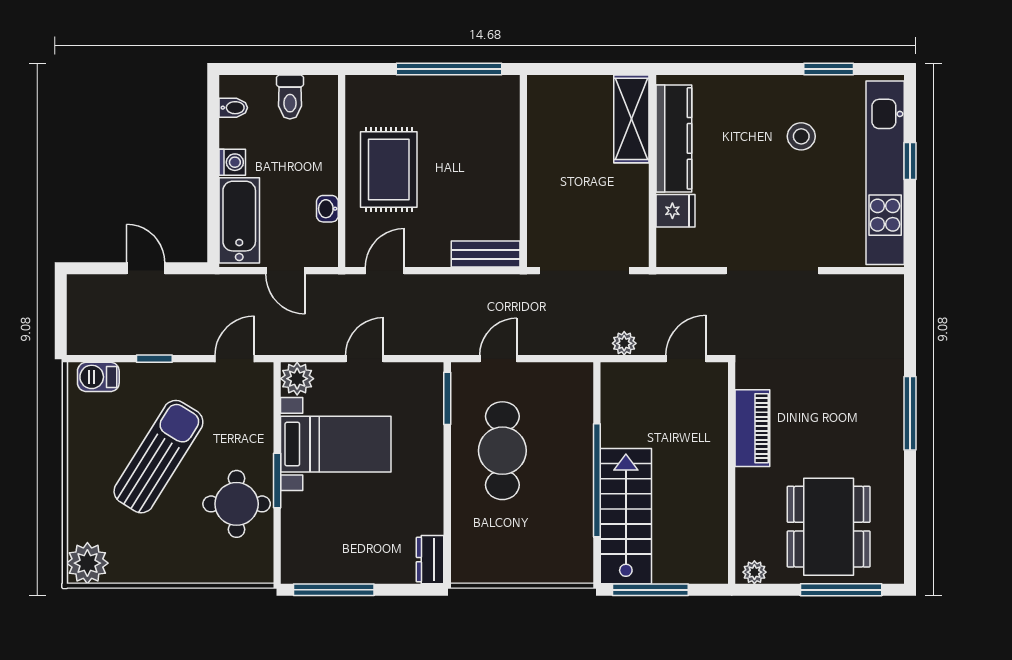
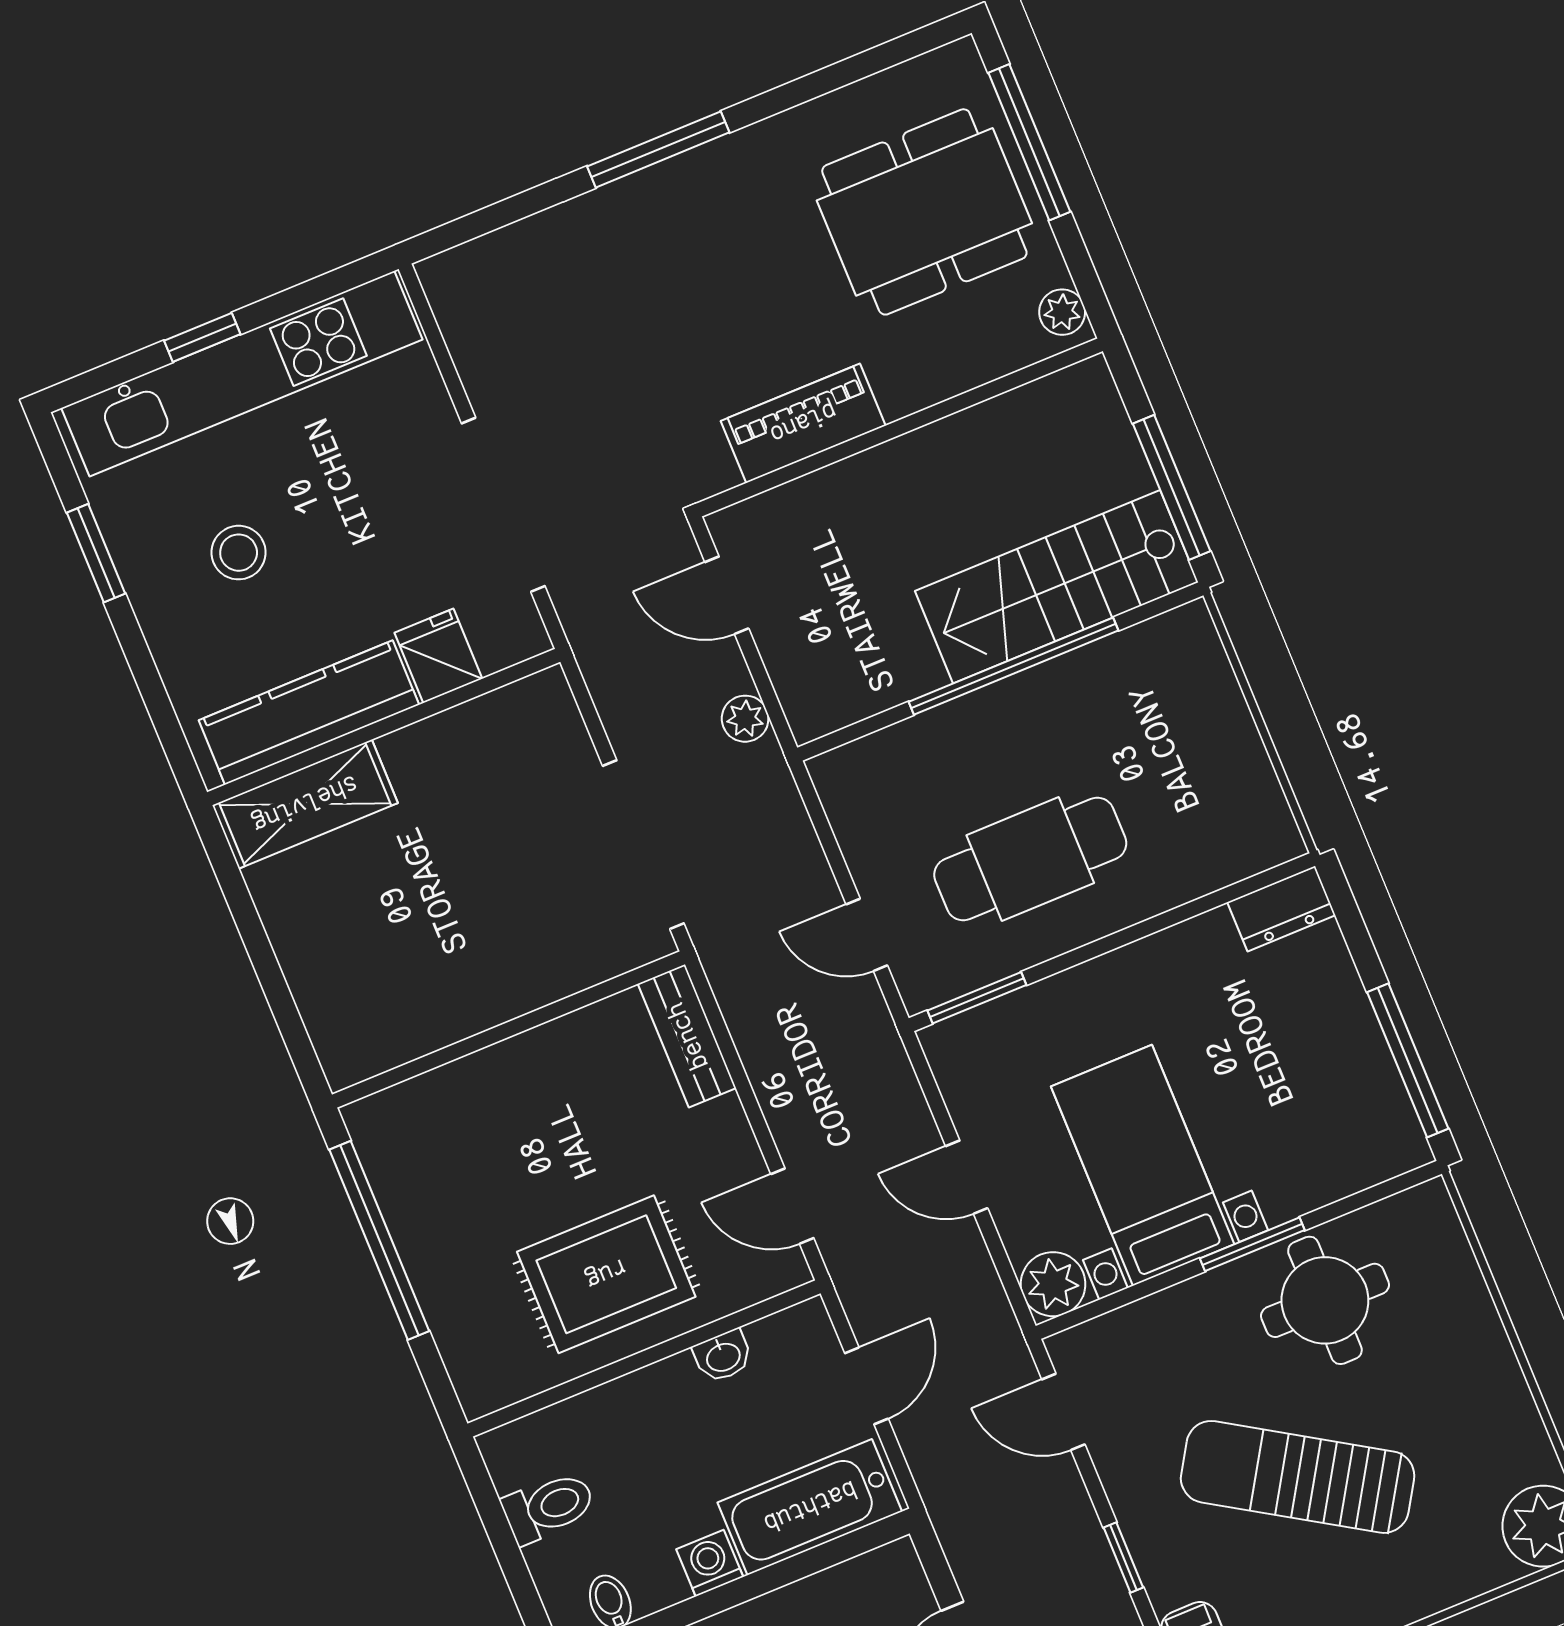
shelving: (631, 119) -> (305, 804), moved
kitchen counter: (674, 138) -> (309, 713), moved
wall: (652, 171) -> (384, 727), moved
fridge: (675, 211) -> (438, 656), moved

